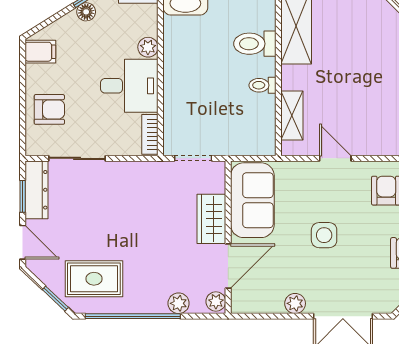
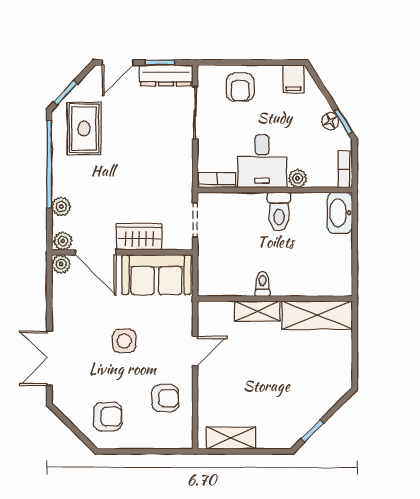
toilet: (255, 44) -> (279, 212), moved, turned 180
shelving: (292, 116) -> (257, 311), moved
plant: (295, 303) -> (61, 264), moved

